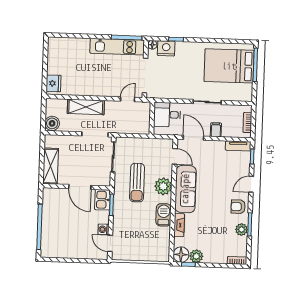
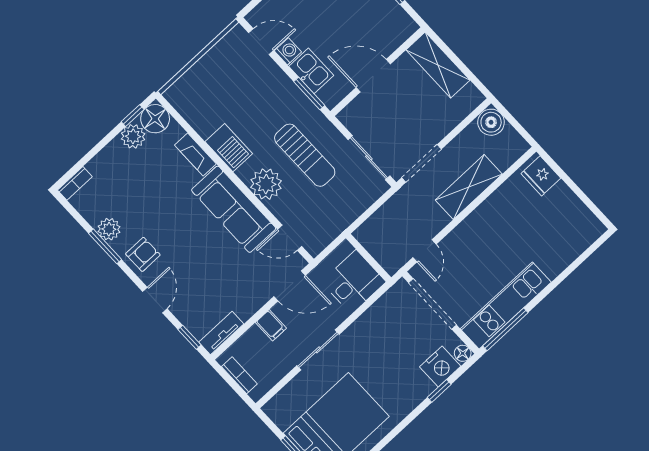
sun lounger: (137, 183) -> (305, 155), turned 180
kitchen sink: (102, 200) -> (311, 71), moved

